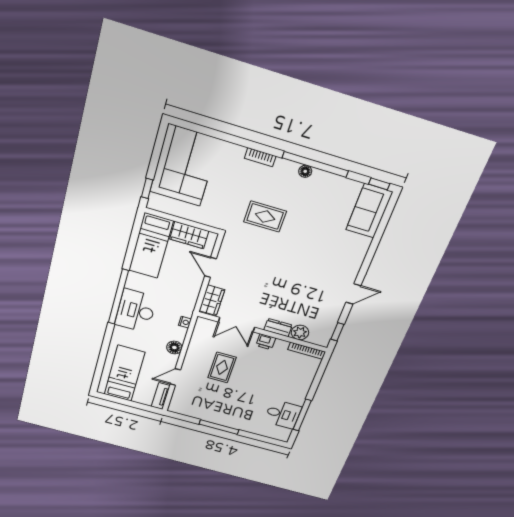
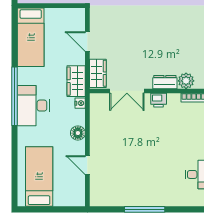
wardrobe: (189, 235) -> (76, 81), moved, turned 90
rug: (222, 367) -> (127, 141), removed
door: (175, 377) -> (87, 165), hinge flipped
tv unit: (161, 396) -> (79, 191), removed

